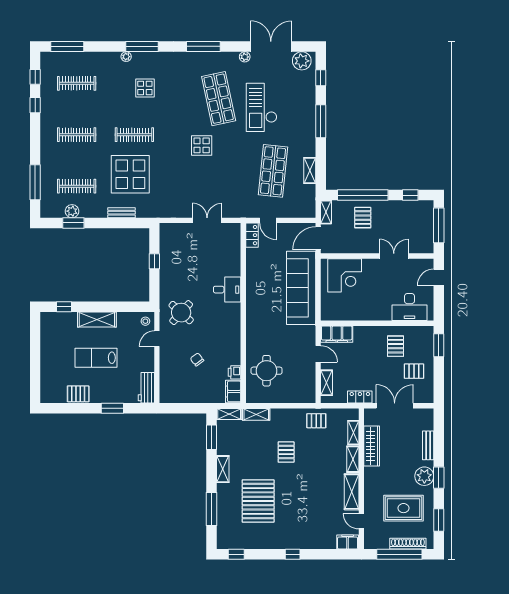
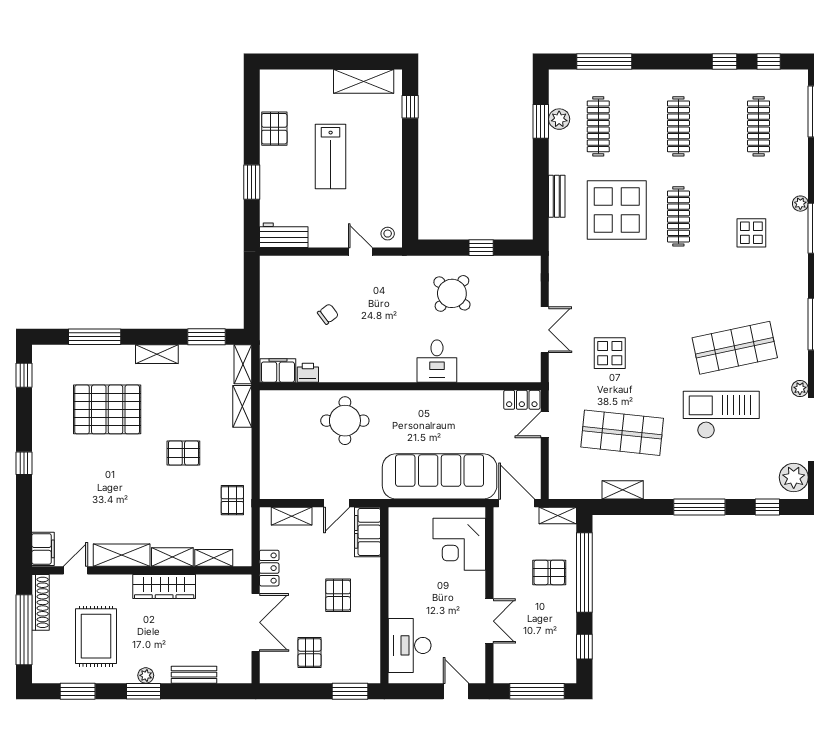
display table: (202, 145) -> (610, 353), moved
round table: (181, 313) -> (452, 293), moved
shelving: (97, 320) -> (364, 81), moved, turned 90
pallet: (396, 346) -> (338, 595), moved, turned 90
lab bench: (96, 358) -> (331, 157), turned 180
round table: (267, 371) -> (345, 421), moved
wardrobe: (372, 446) -> (164, 586), moved
plant: (424, 476) -> (146, 675), width x0.53, depth x0.53
shoe rack: (408, 544) -> (41, 602), moved

